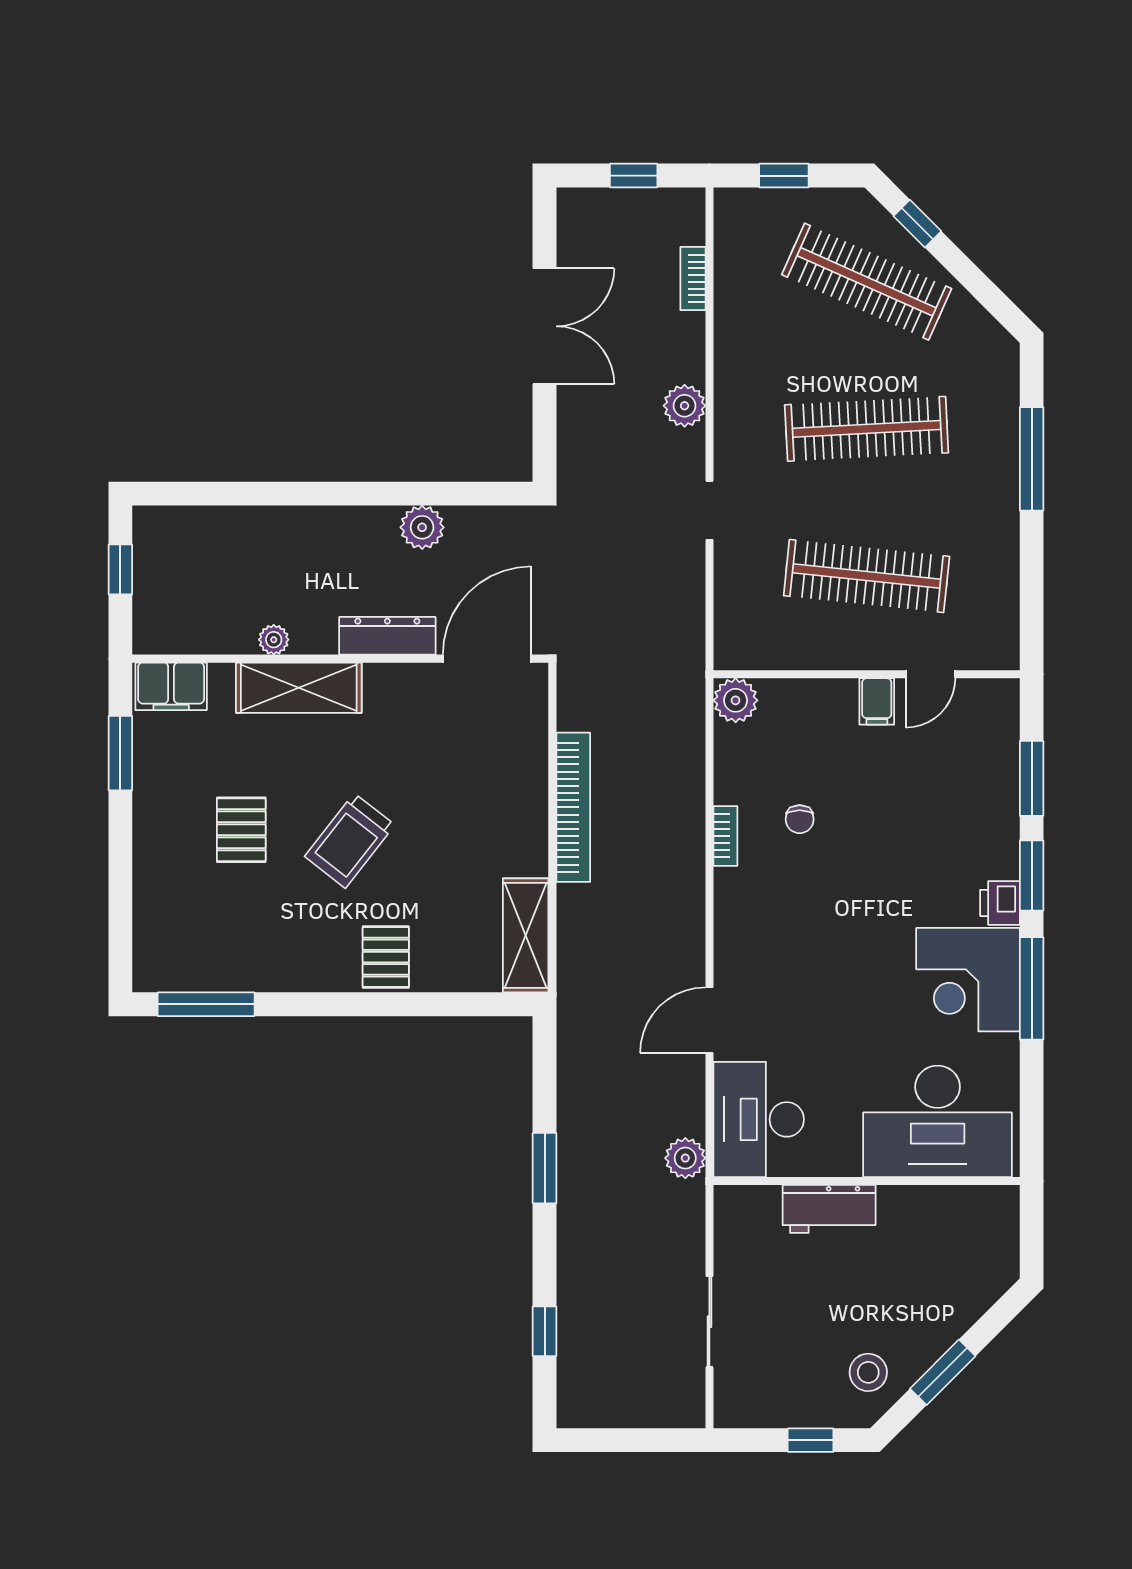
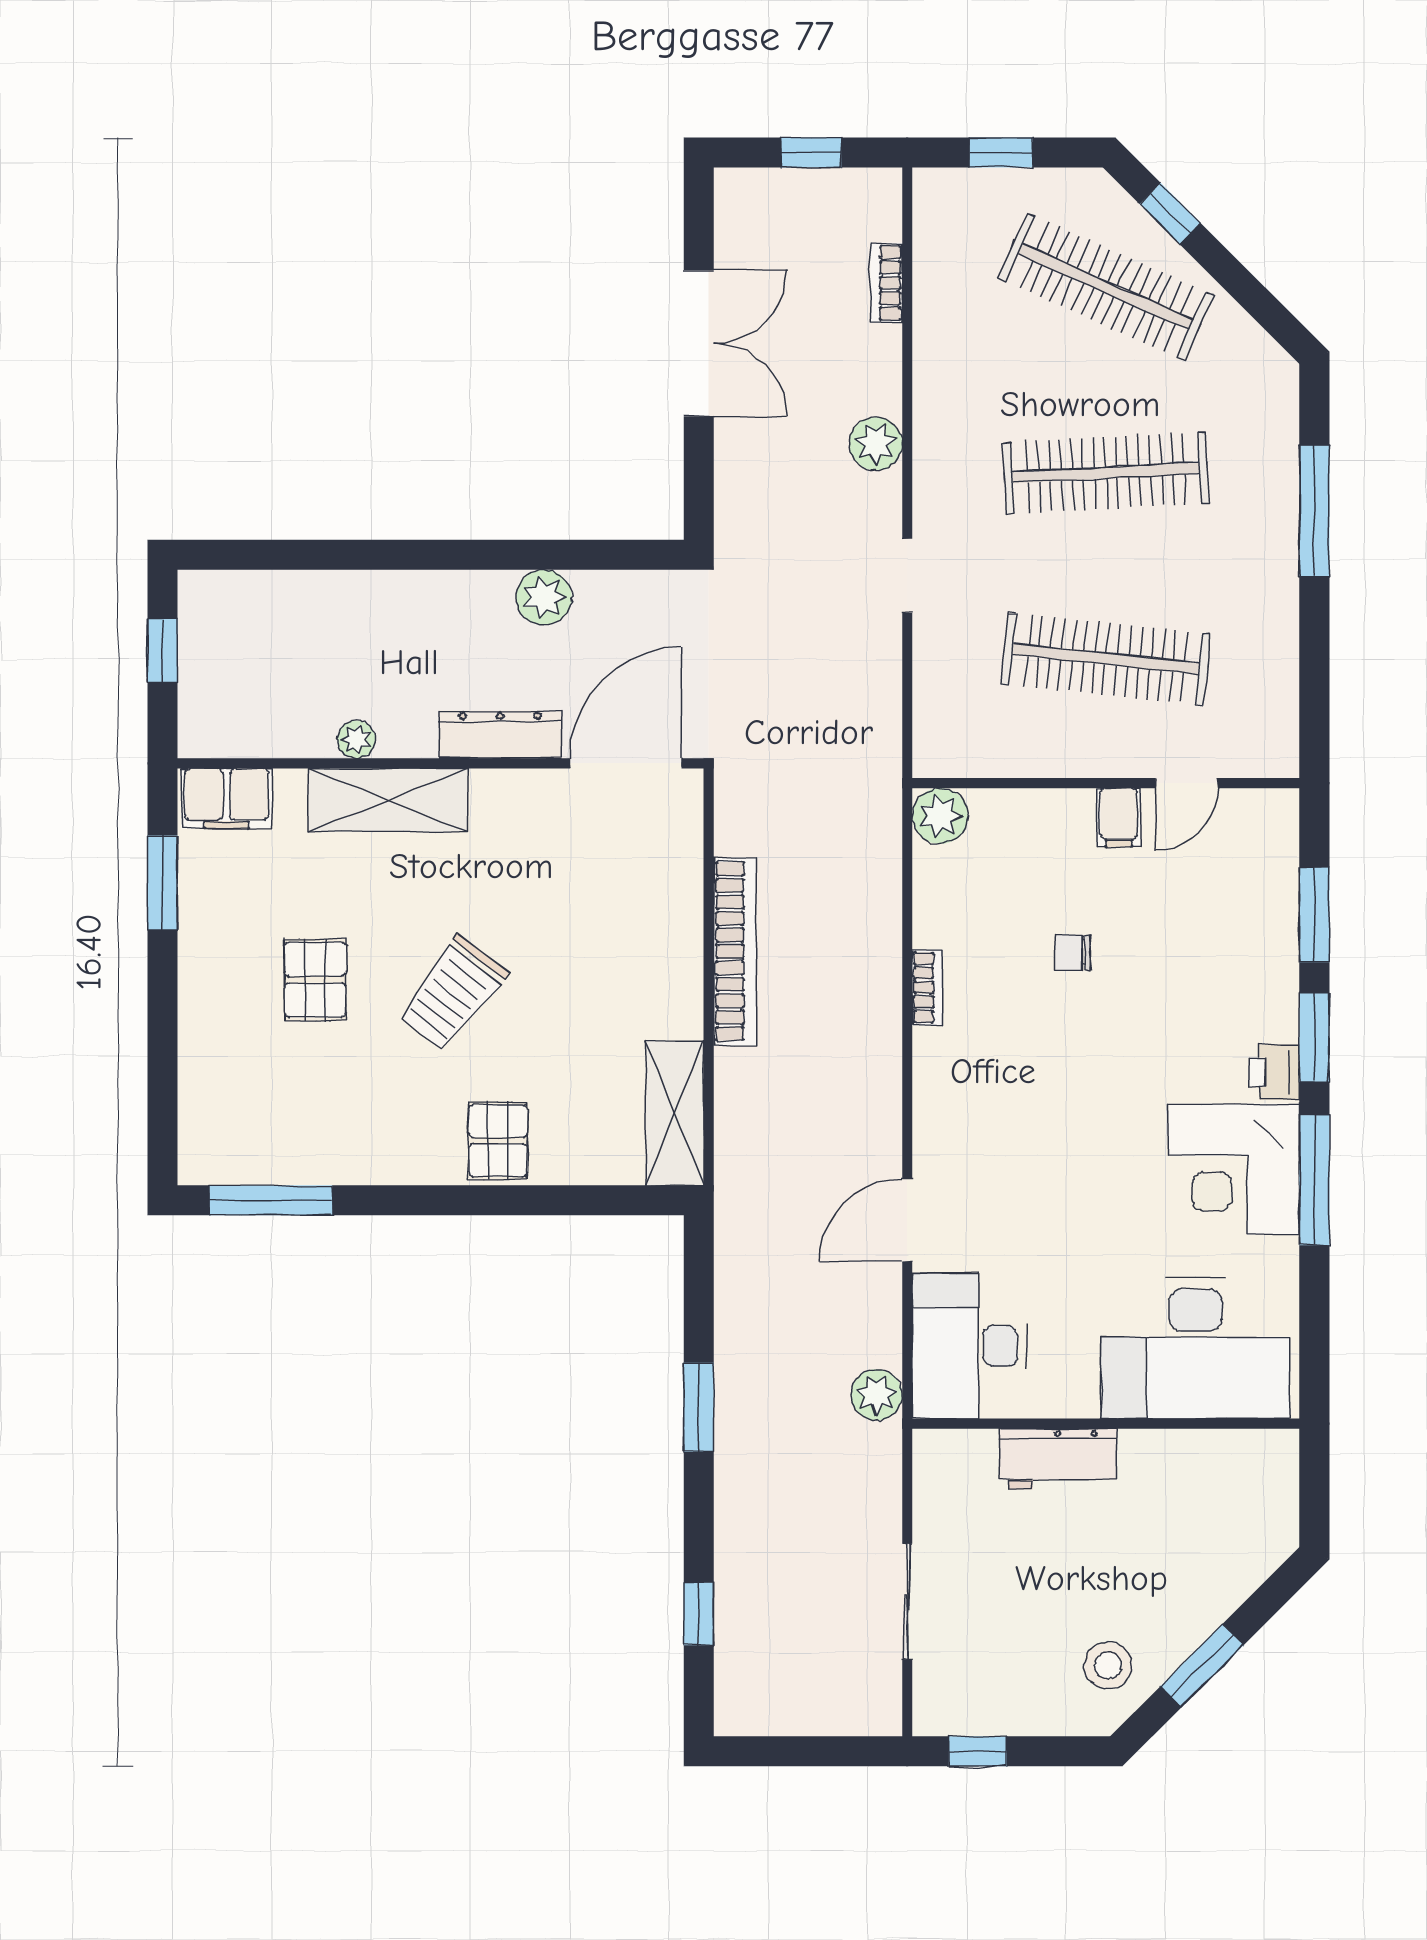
chair: (800, 819) -> (1073, 952), moved, turned 90
window: (811, 1440) -> (978, 1751), moved

